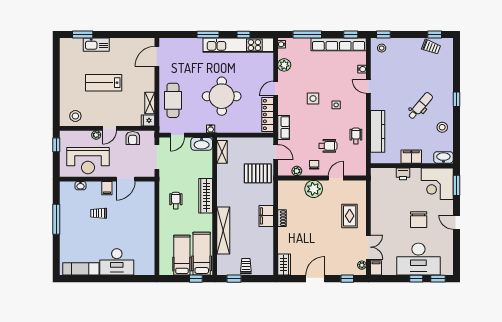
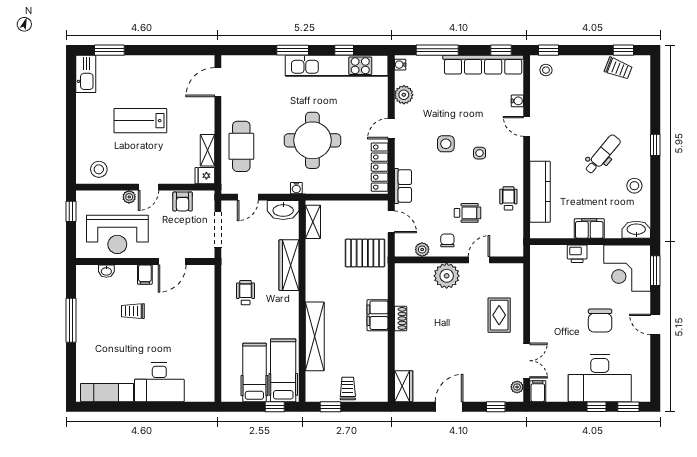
kitchen sink: (96, 45) -> (86, 74), moved, turned -90
wardrobe: (206, 196) -> (289, 265), moved

